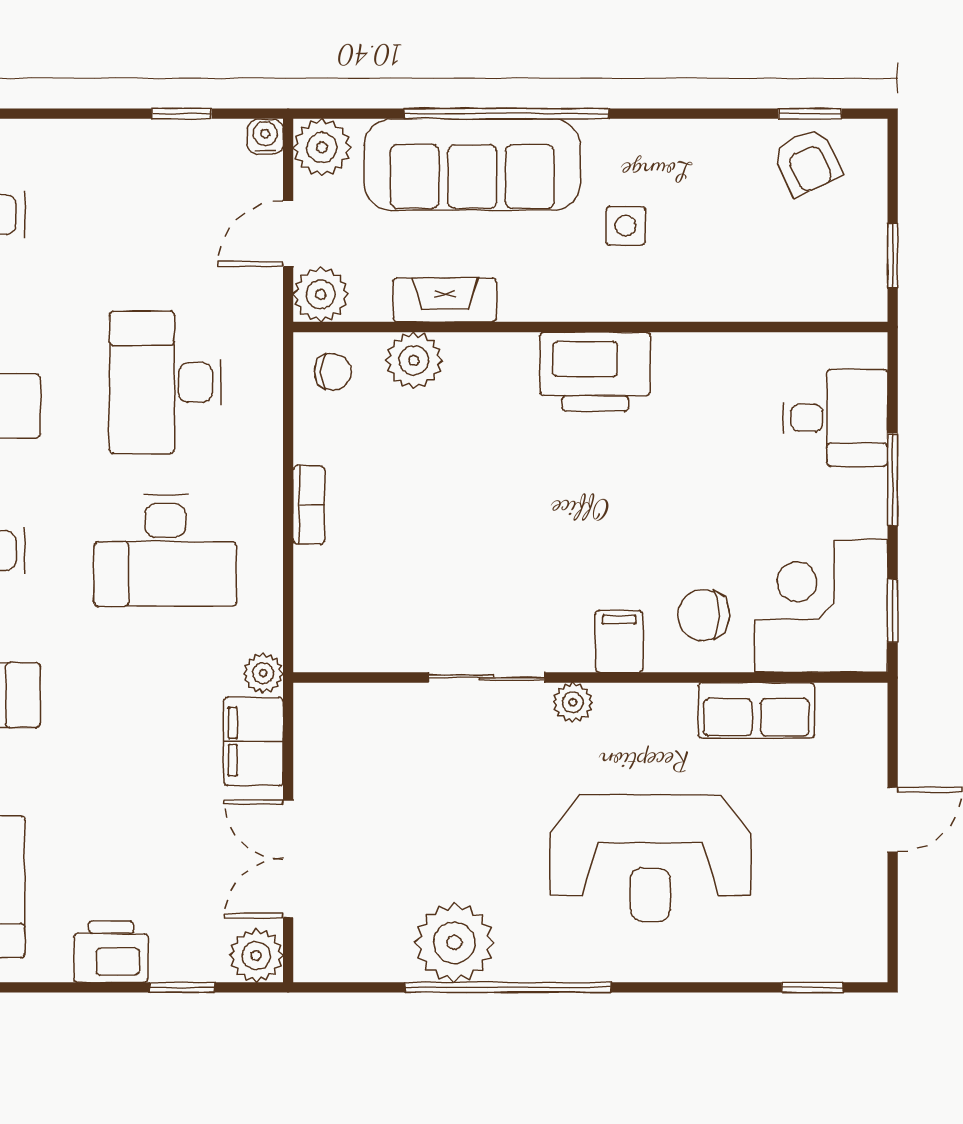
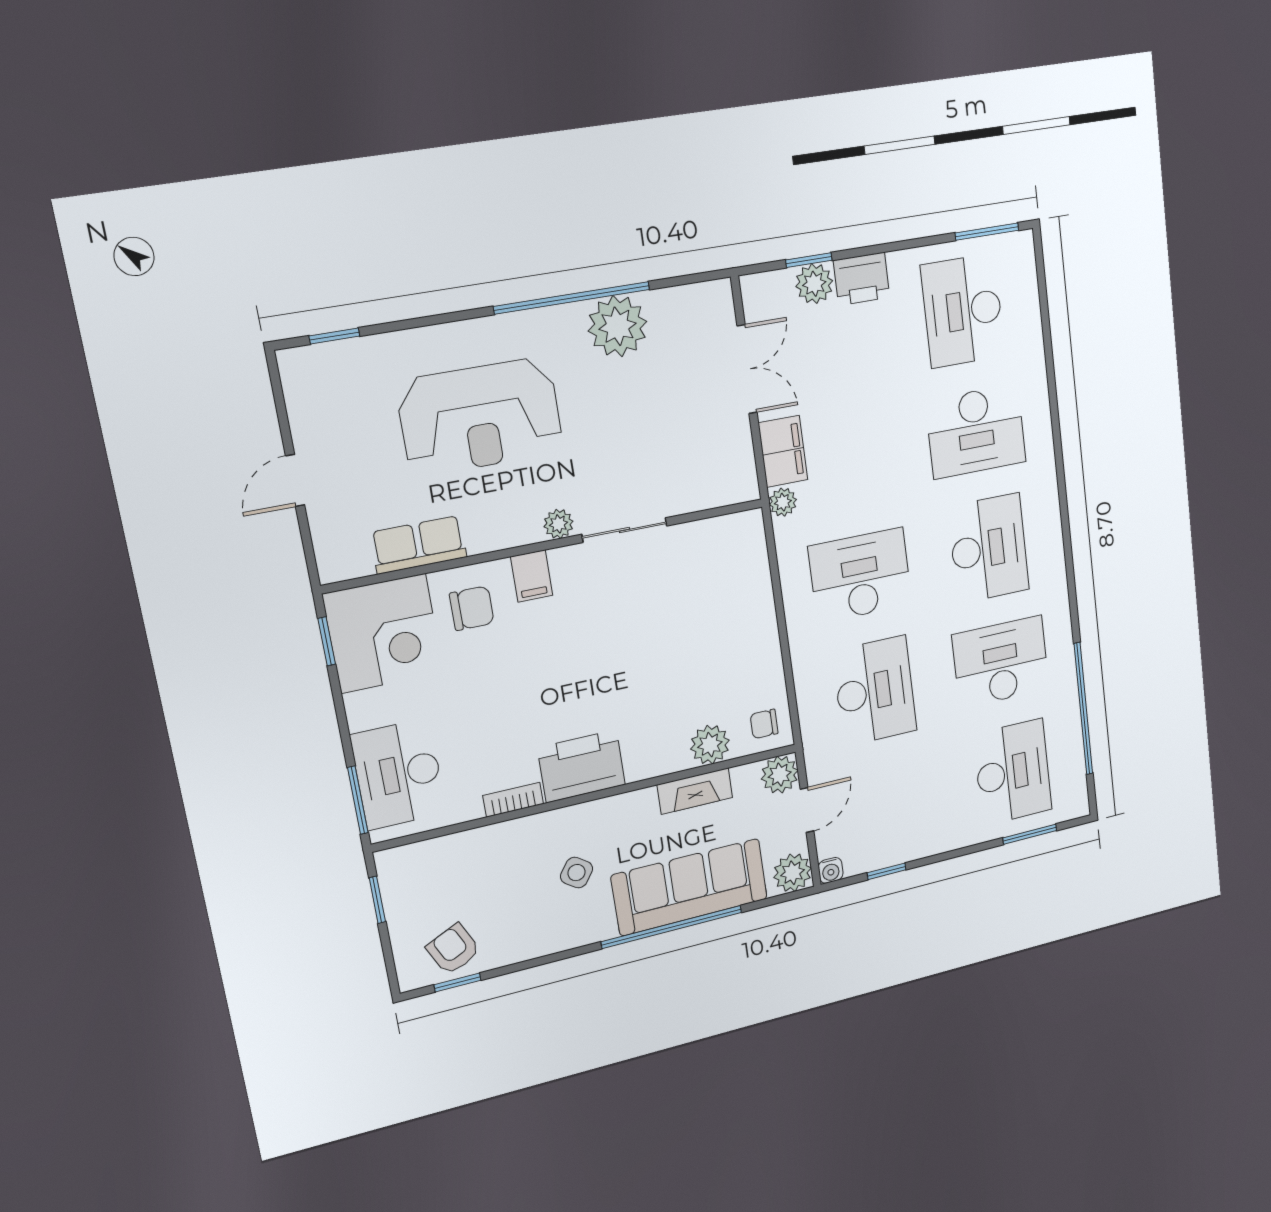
side table: (626, 226) -> (577, 873), turned 35
desk: (835, 418) -> (399, 774), width x1.37
window: (893, 480) -> (358, 800), moved
bookcase: (309, 505) -> (513, 800), moved, turned 90
reception desk: (650, 858) -> (480, 417), turned 180
plant: (256, 956) -> (814, 284), moved

